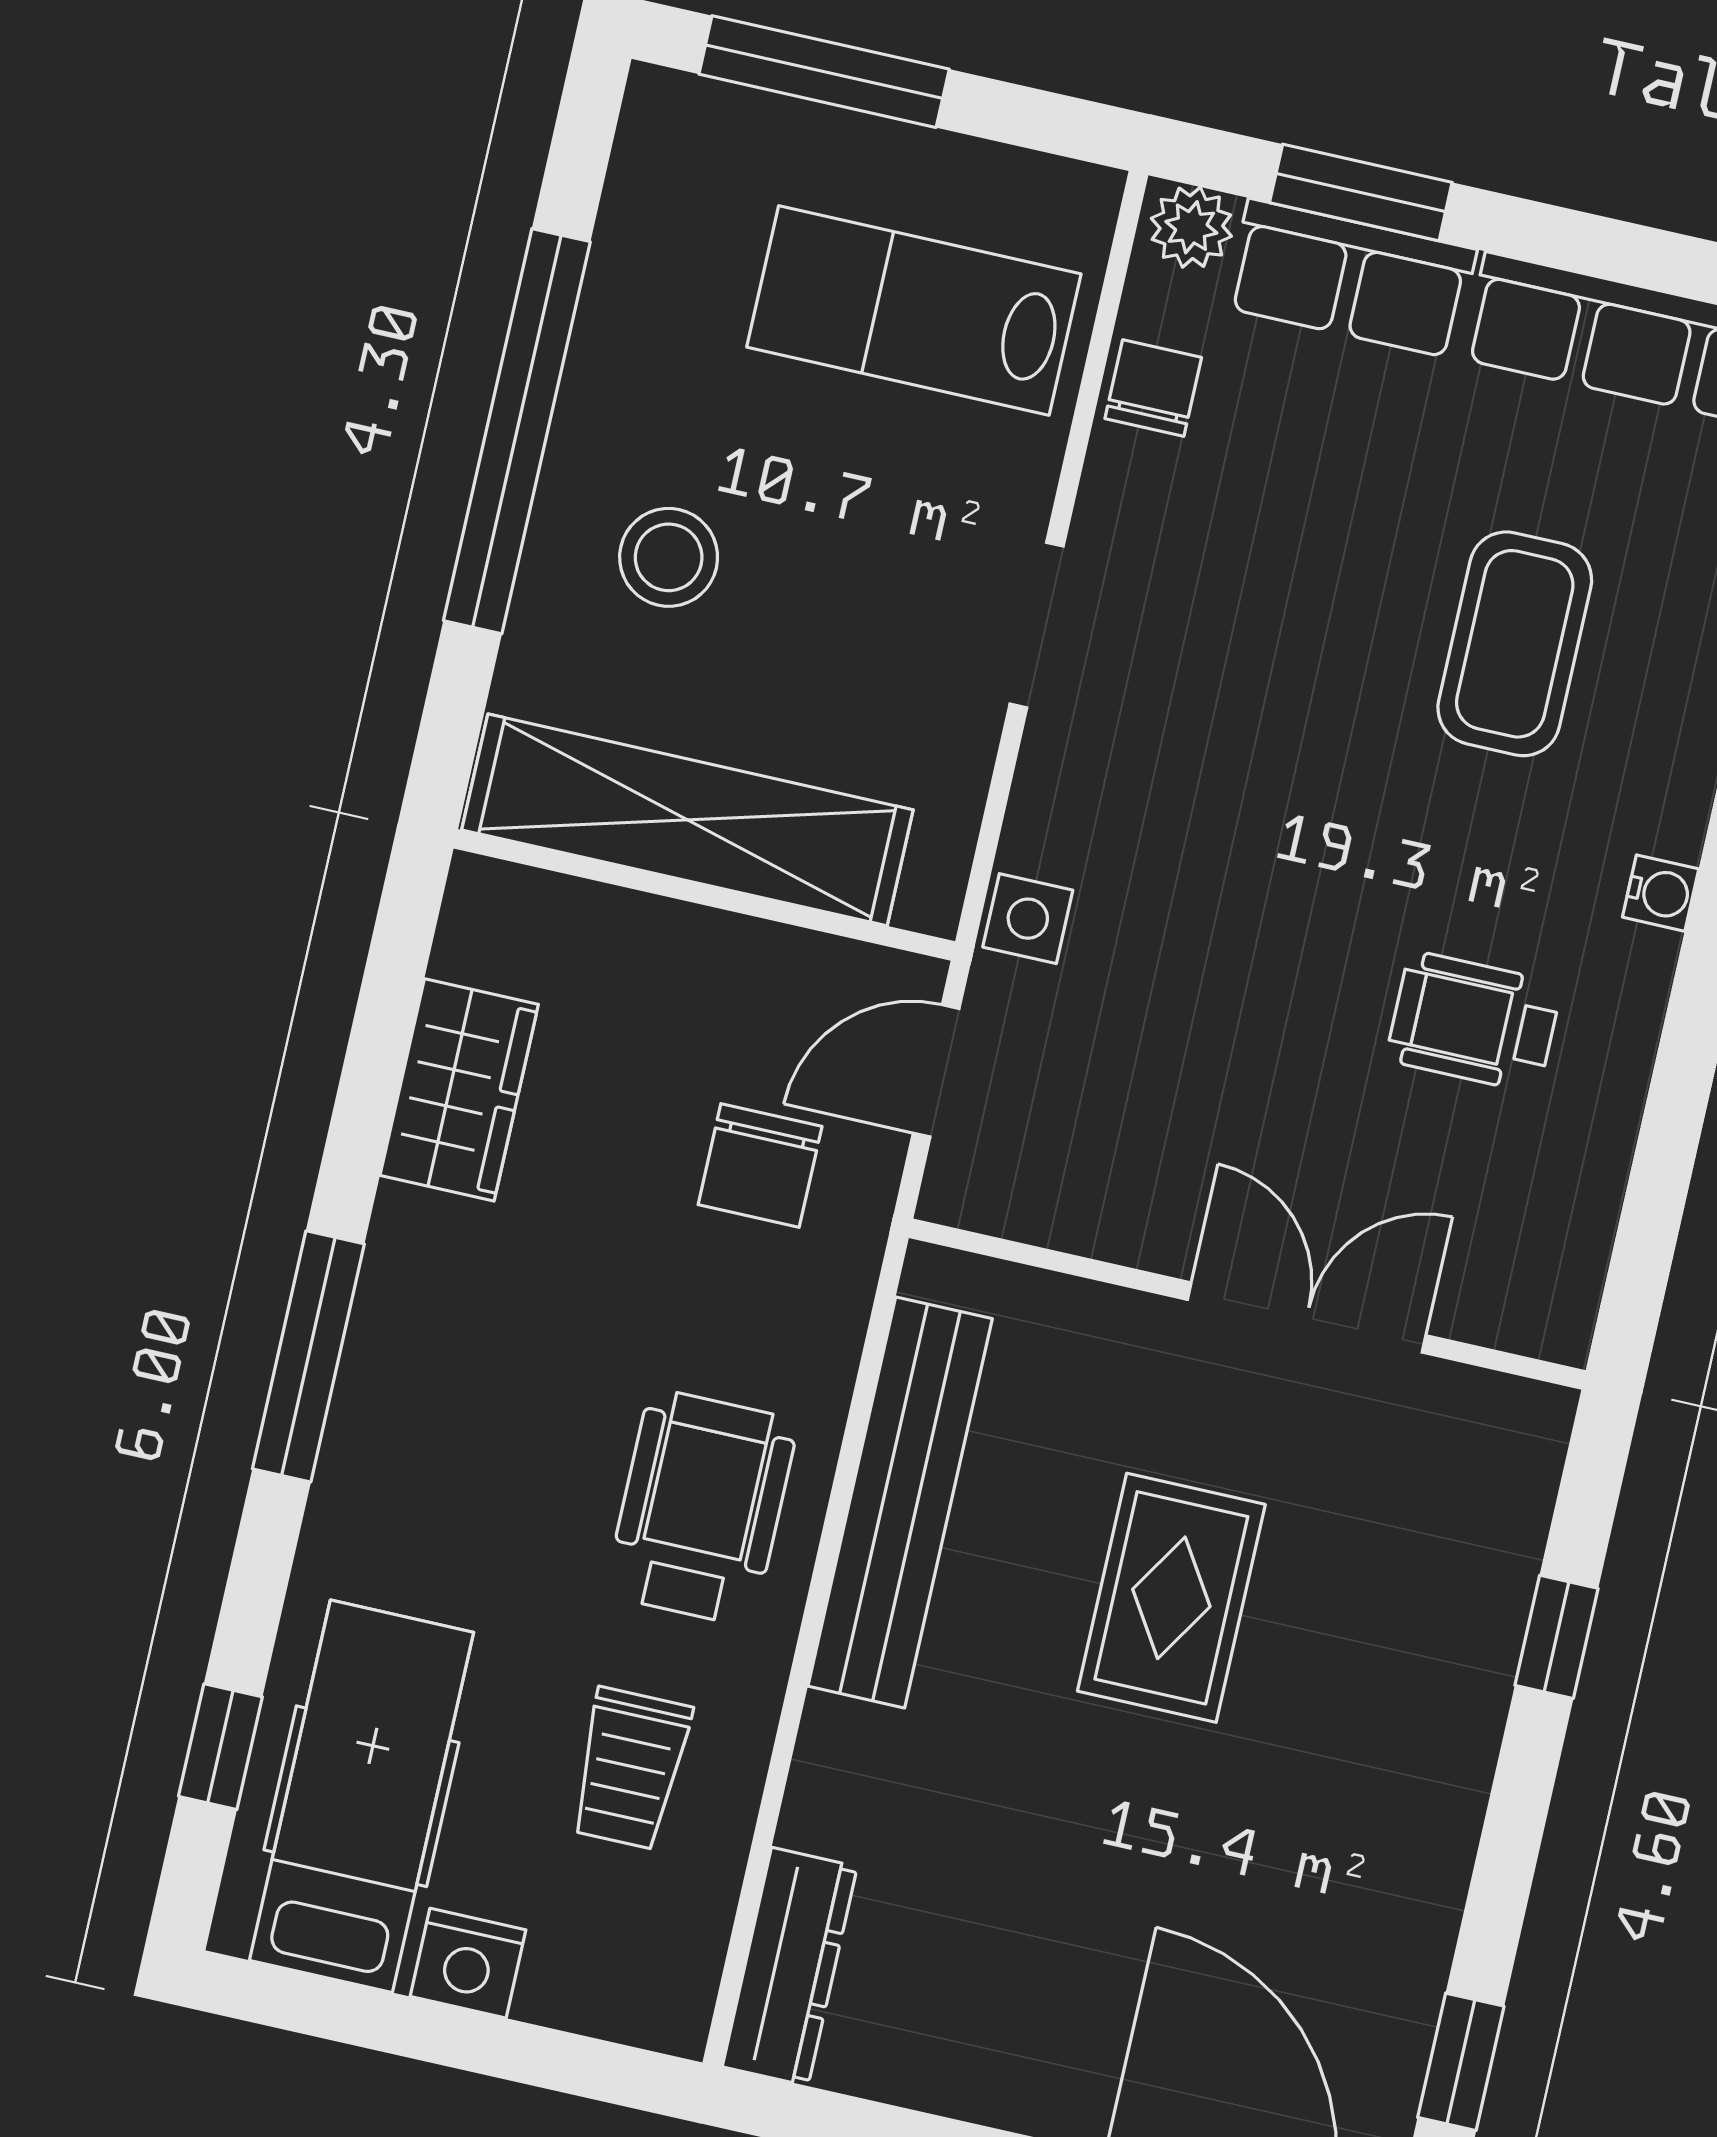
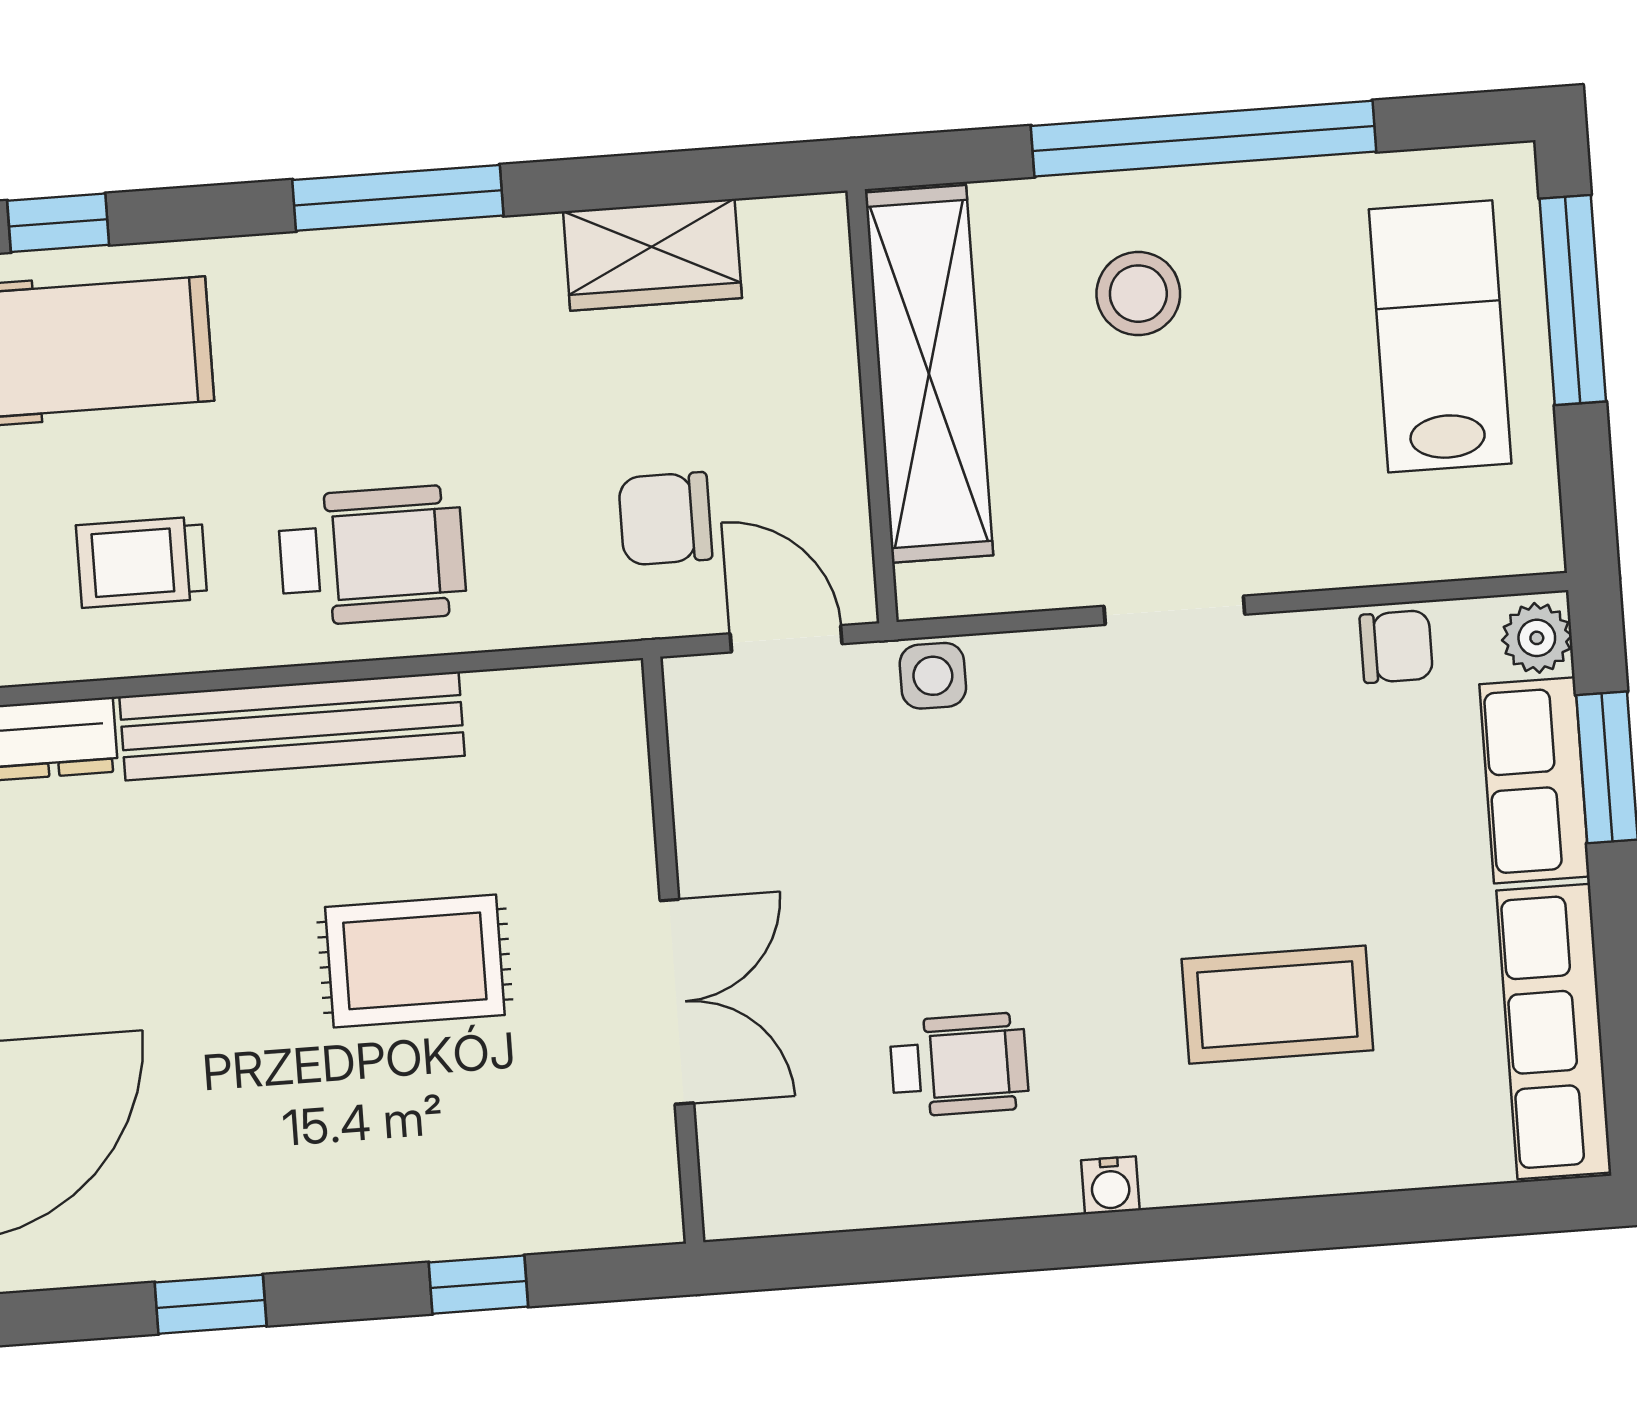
lab bench: (914, 311) -> (1440, 336), moved
wheelchair: (1474, 1022) -> (959, 1065), turned 90
bench: (900, 1502) -> (292, 726), moved
window: (1461, 2062) -> (211, 1304), moved

